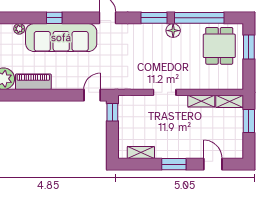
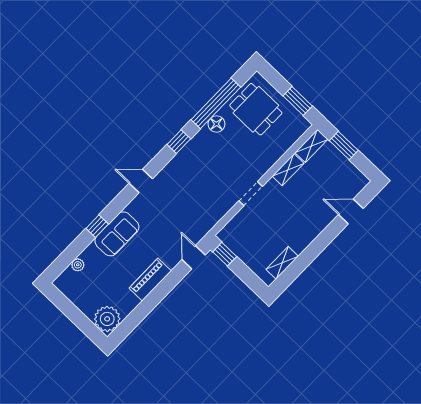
window: (154, 18) -> (179, 142), width x0.67
floor lamp: (173, 31) -> (216, 124), moved
sofa: (61, 38) -> (117, 234), width x0.54, depth x0.79
window: (249, 47) -> (298, 101), moved
piano: (33, 82) -> (150, 280), moved
window: (174, 164) -> (319, 244), removed

